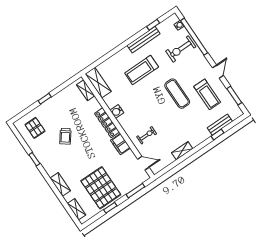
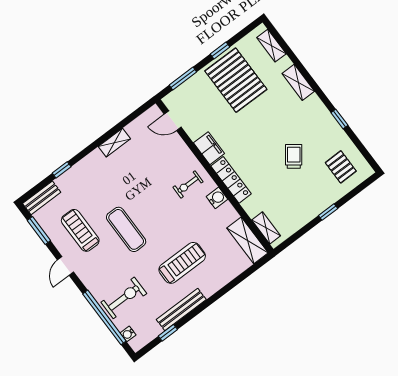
bench: (220, 125) -> (42, 198), moved
exercise bike: (147, 135) -> (188, 184), moved

